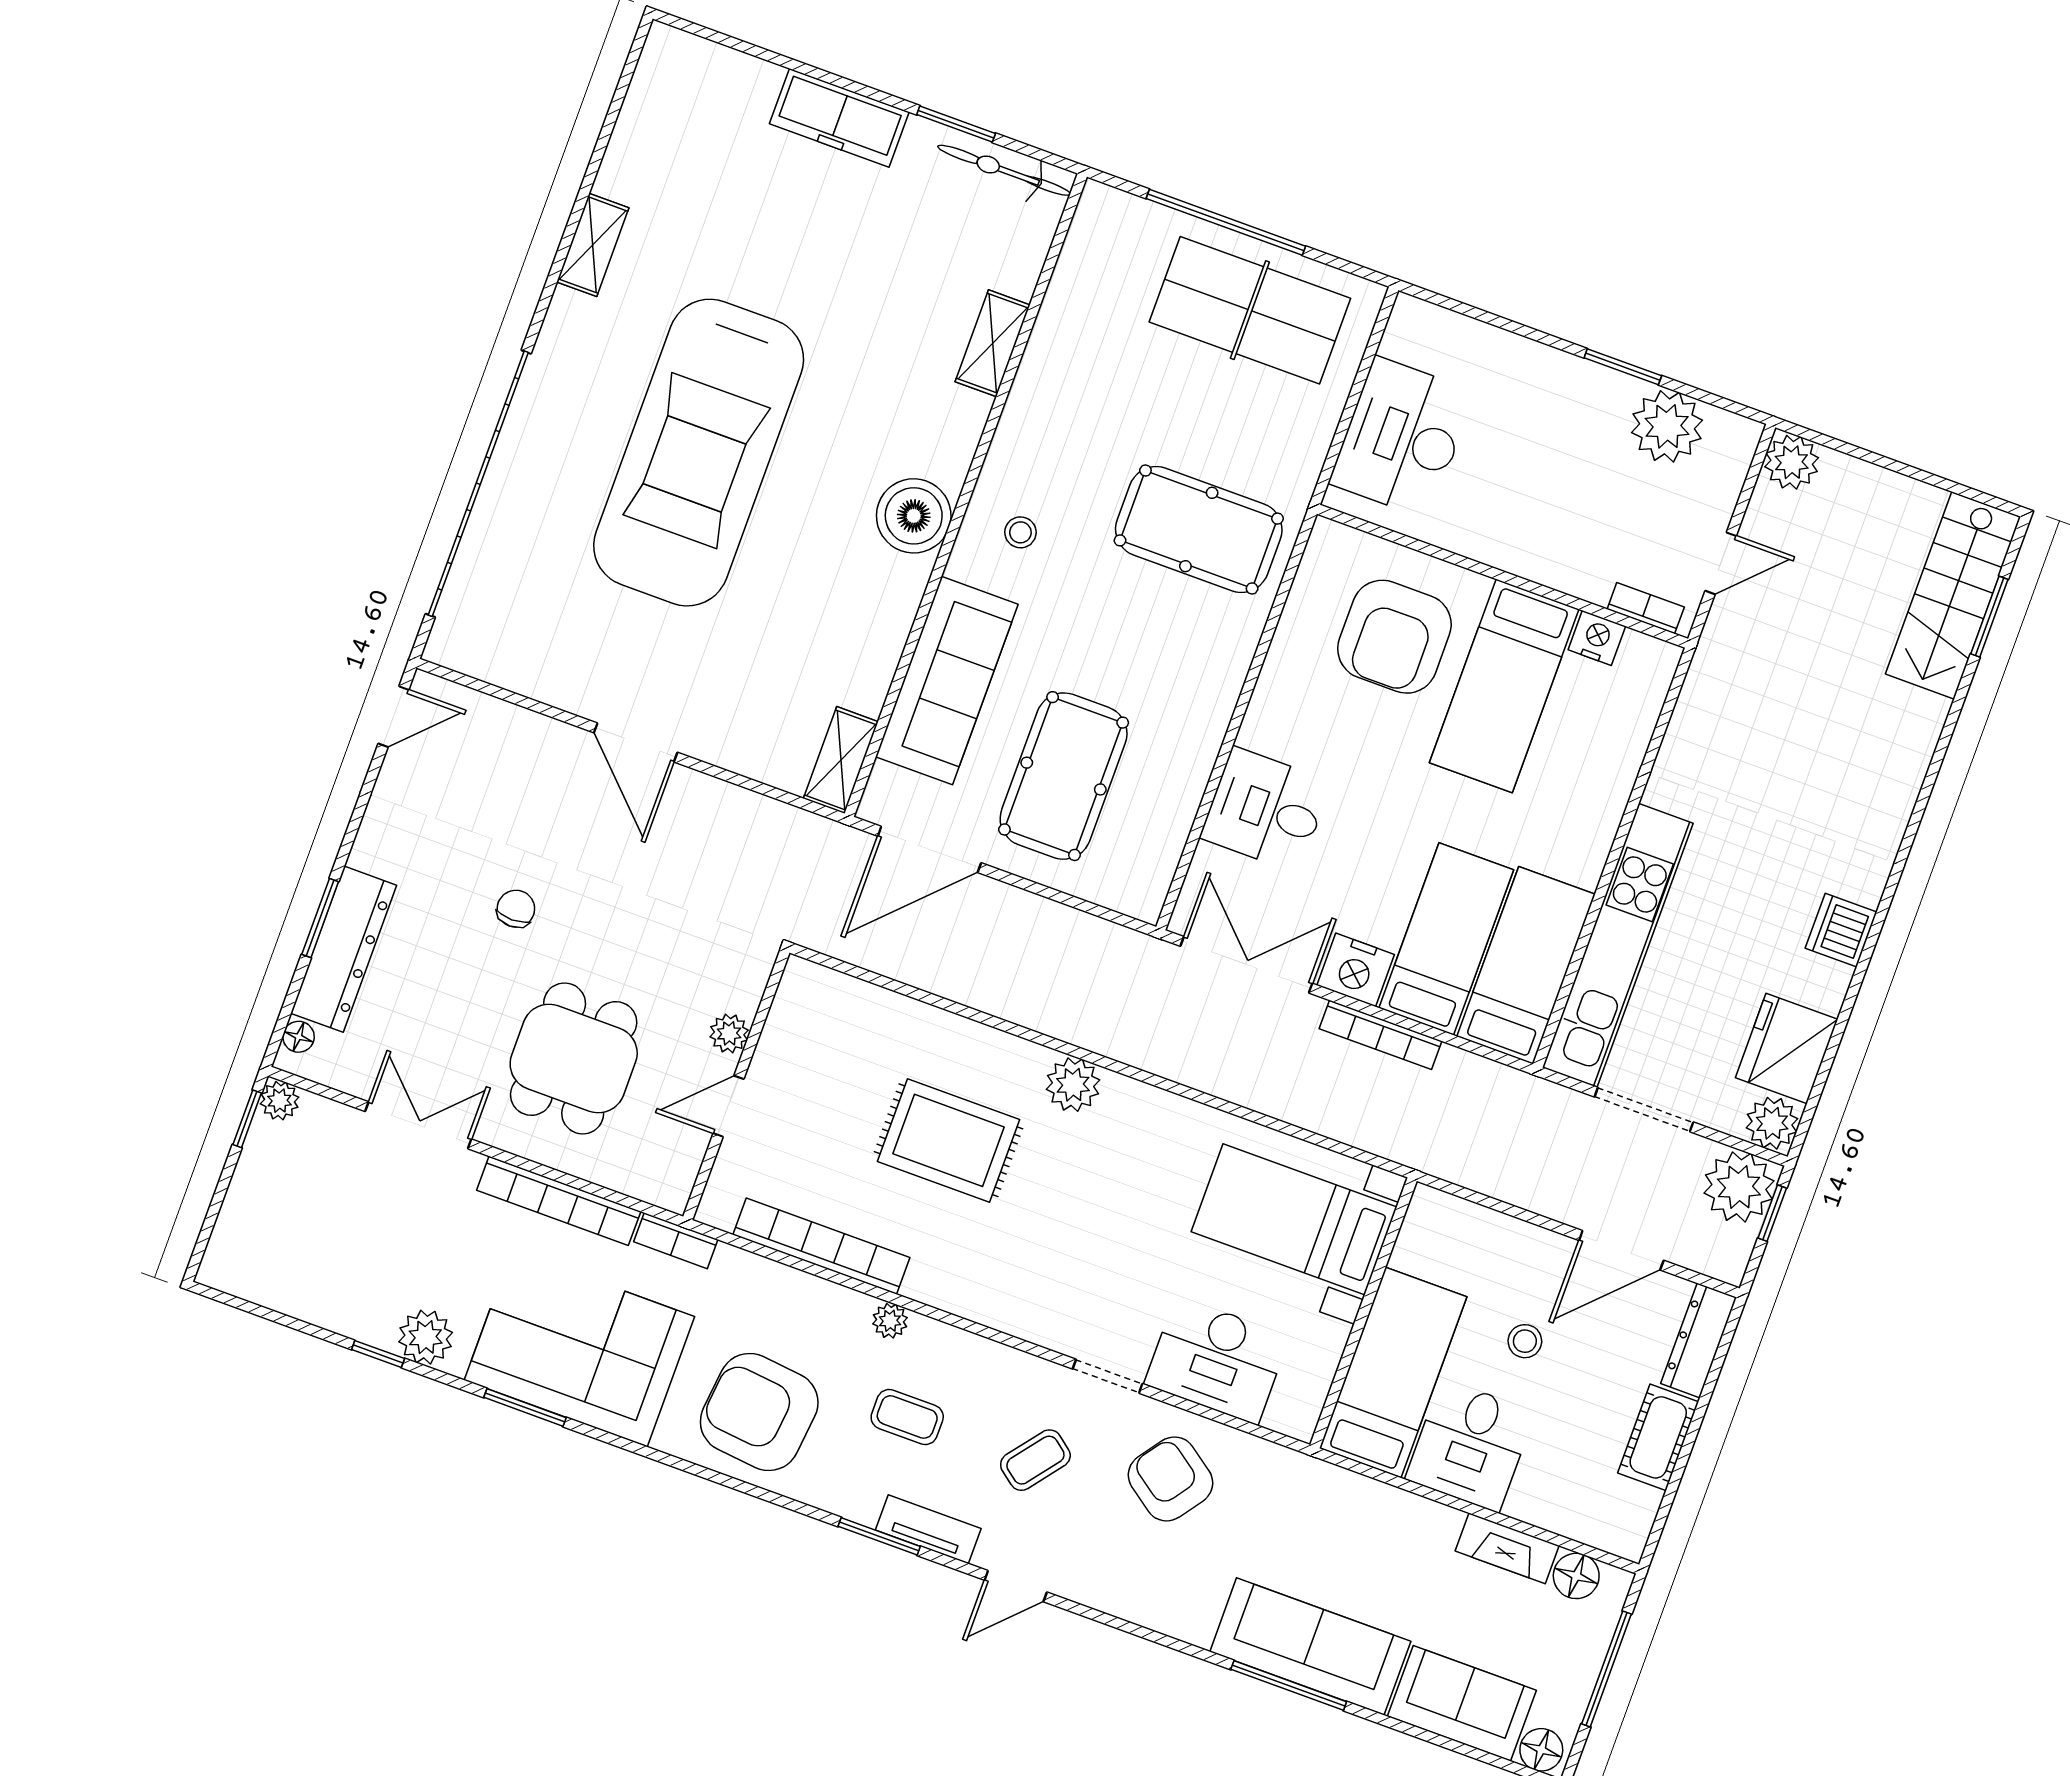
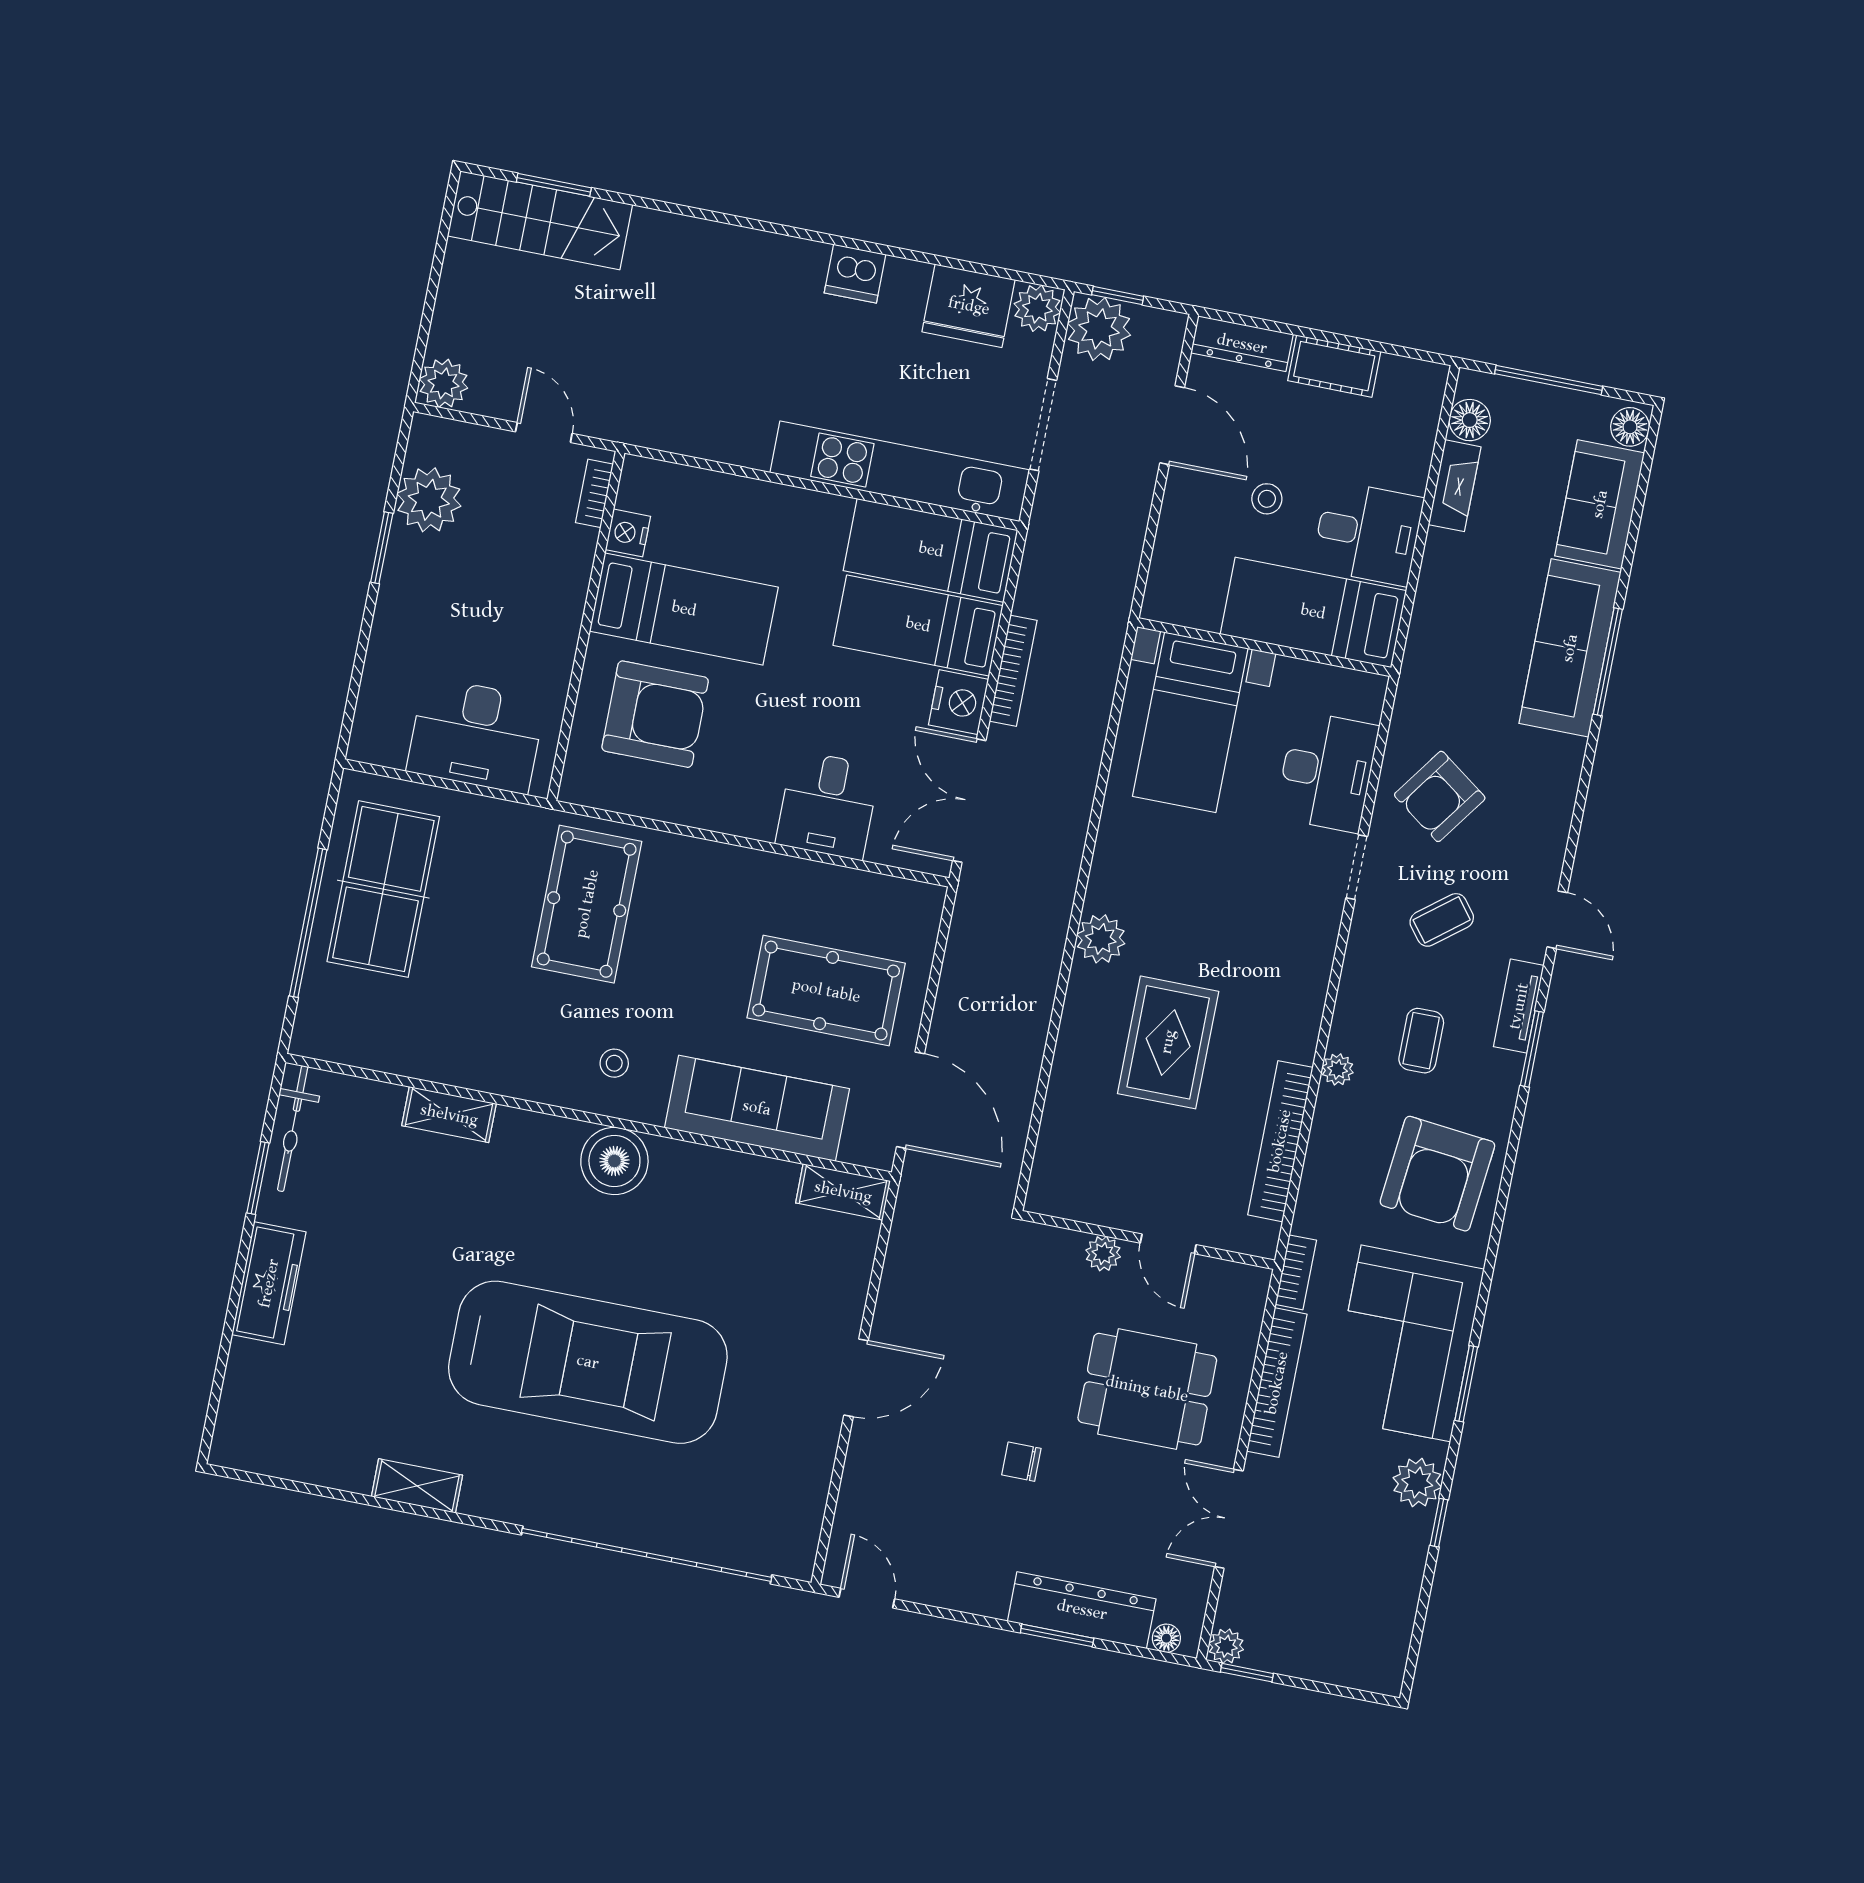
coffee table: (1035, 1460) -> (1442, 920), turned -76

